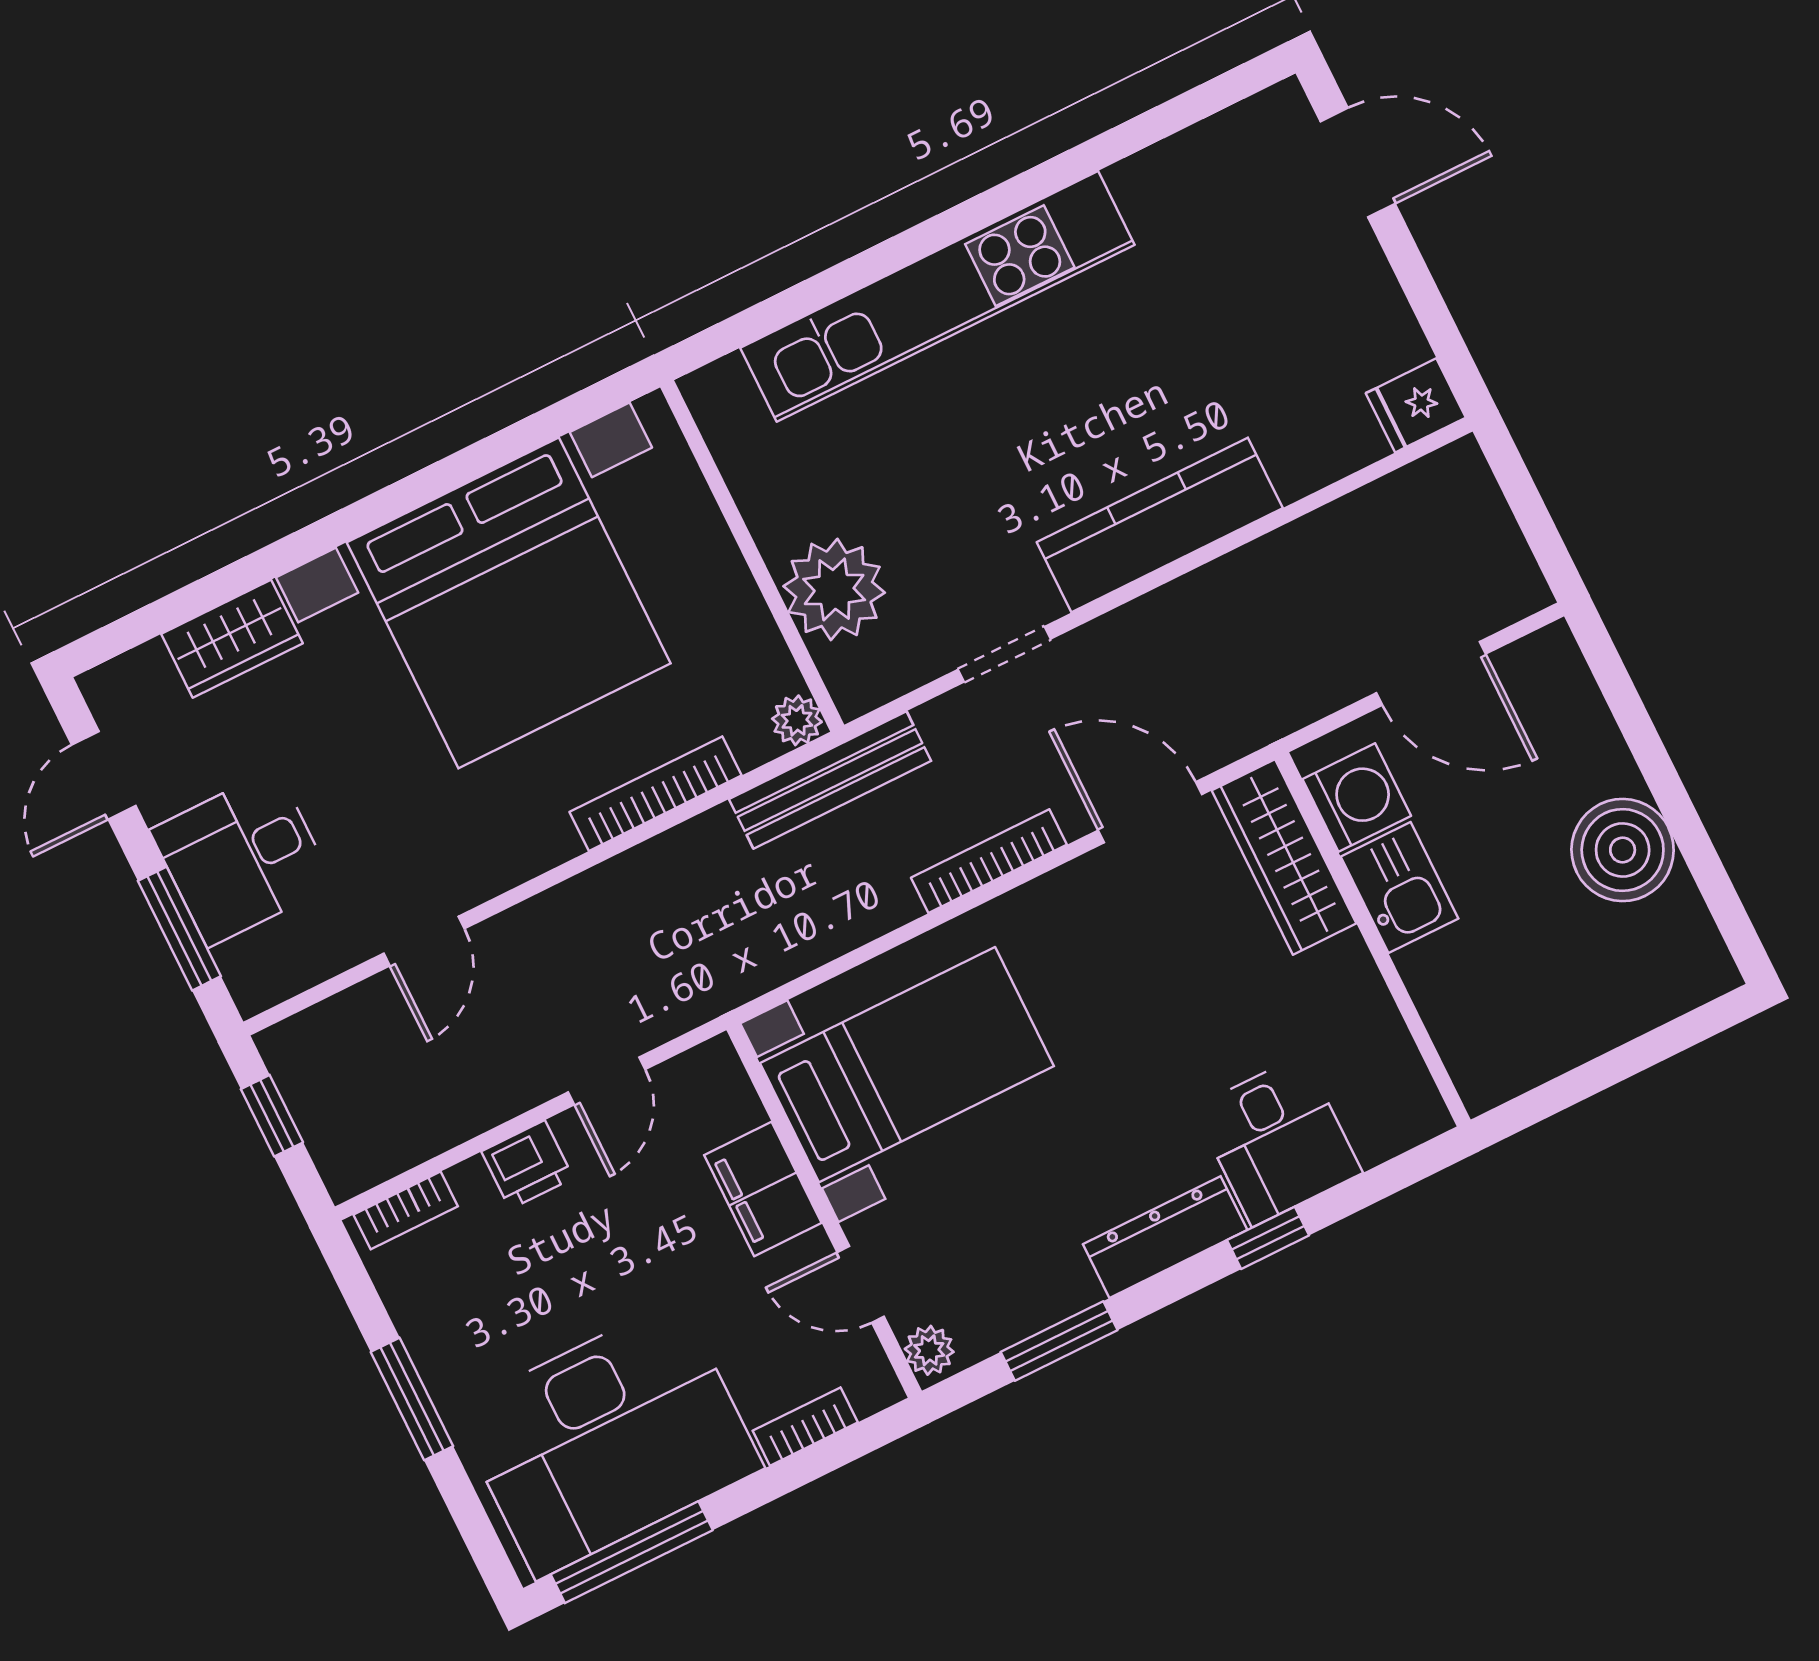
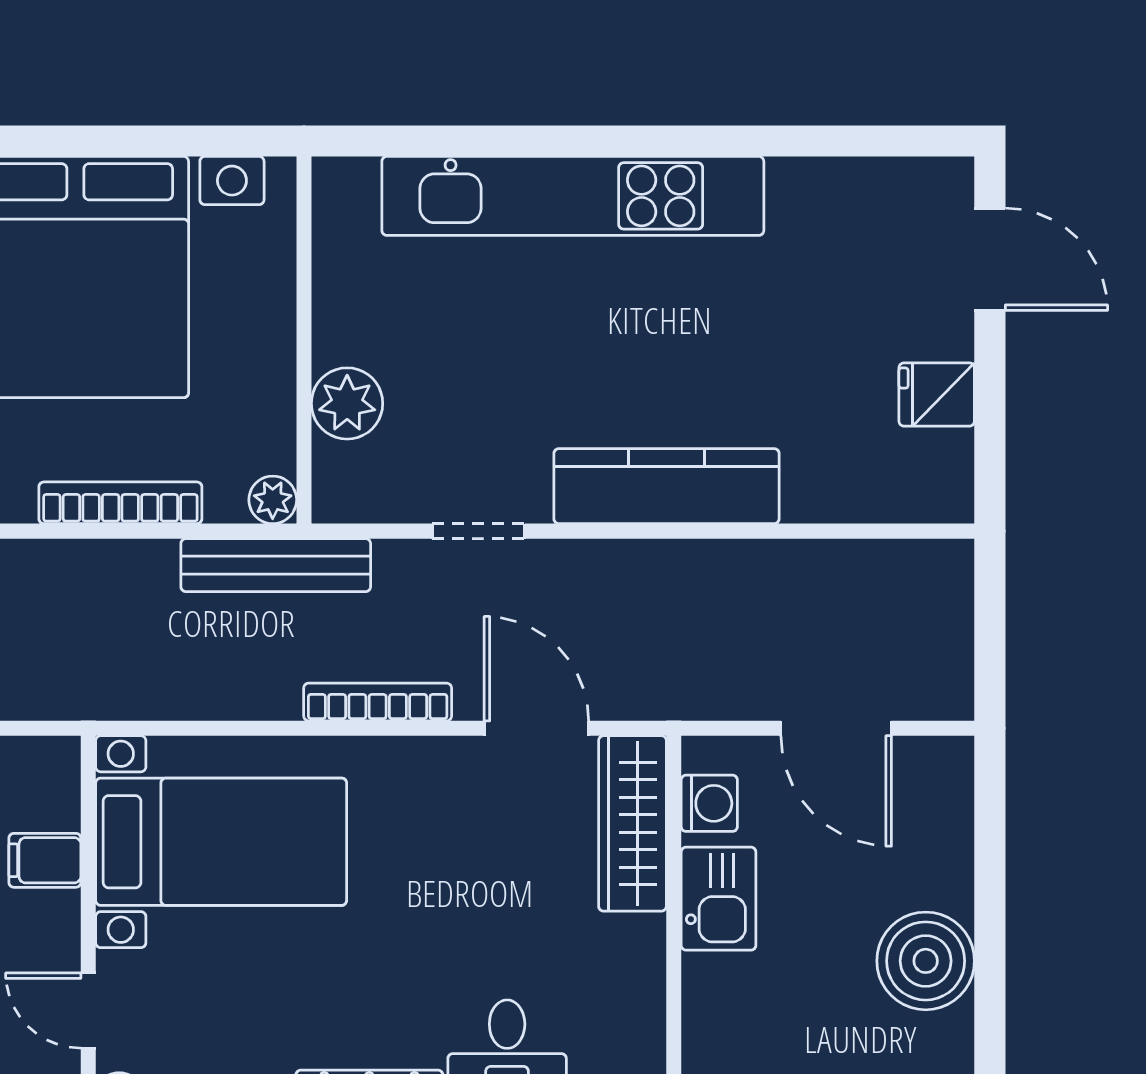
fridge: (1416, 405) -> (937, 395), moved
plant: (834, 589) -> (347, 403), width x0.73, depth x0.73
washing machine: (1357, 798) -> (709, 803), width x0.73, depth x0.73
filing cabinet: (763, 1189) -> (45, 860), width x0.50

